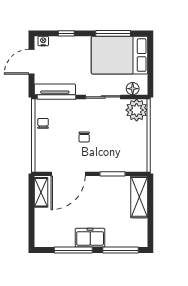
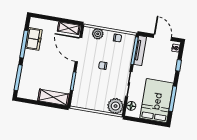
plant: (42, 151) -> (98, 34), added
freezer: (90, 238) -> (34, 39), moved

